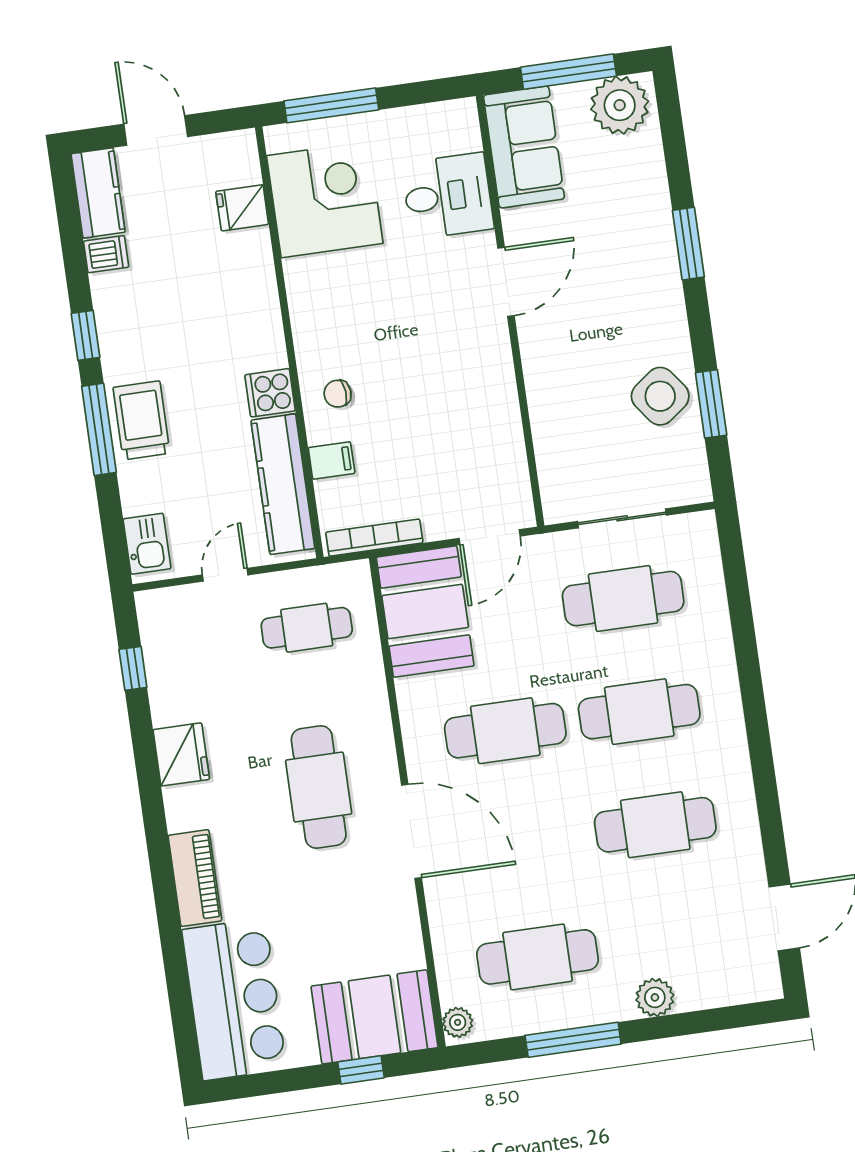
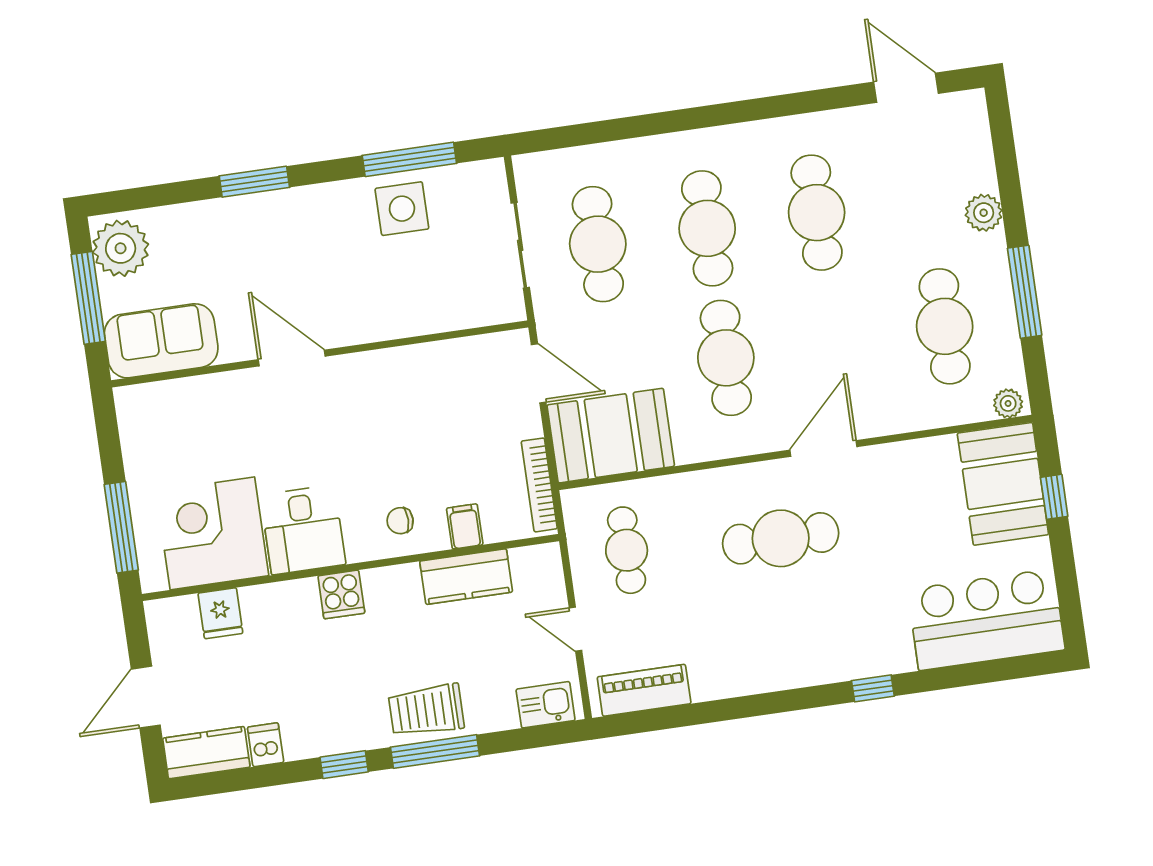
desk: (448, 196) -> (303, 530), moved, turned 180
cooker: (270, 393) -> (341, 594), moved
chair: (338, 394) -> (400, 521), turned 95
side table: (660, 396) -> (402, 209), turned 37
window: (711, 404) -> (409, 159), width x1.44
kitchen counter: (283, 484) -> (466, 577), width x0.67
window: (133, 668) -> (873, 688), moved
fridge: (181, 754) -> (749, 671), removed
door: (411, 831) -> (823, 448), width x0.73
piano: (195, 878) -> (644, 690), moved

